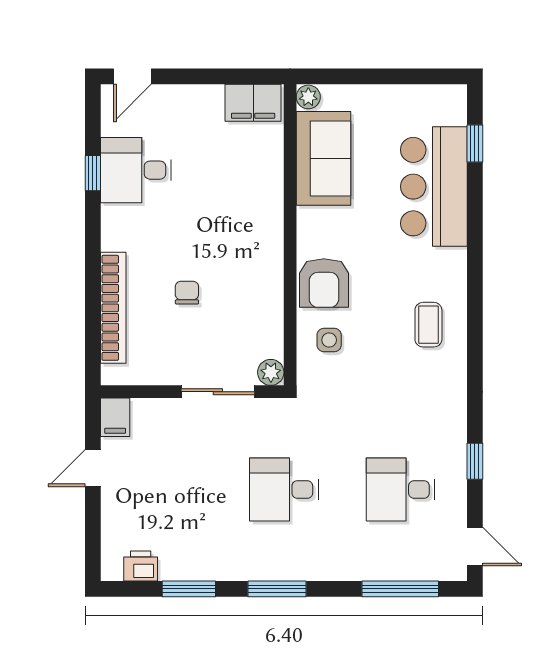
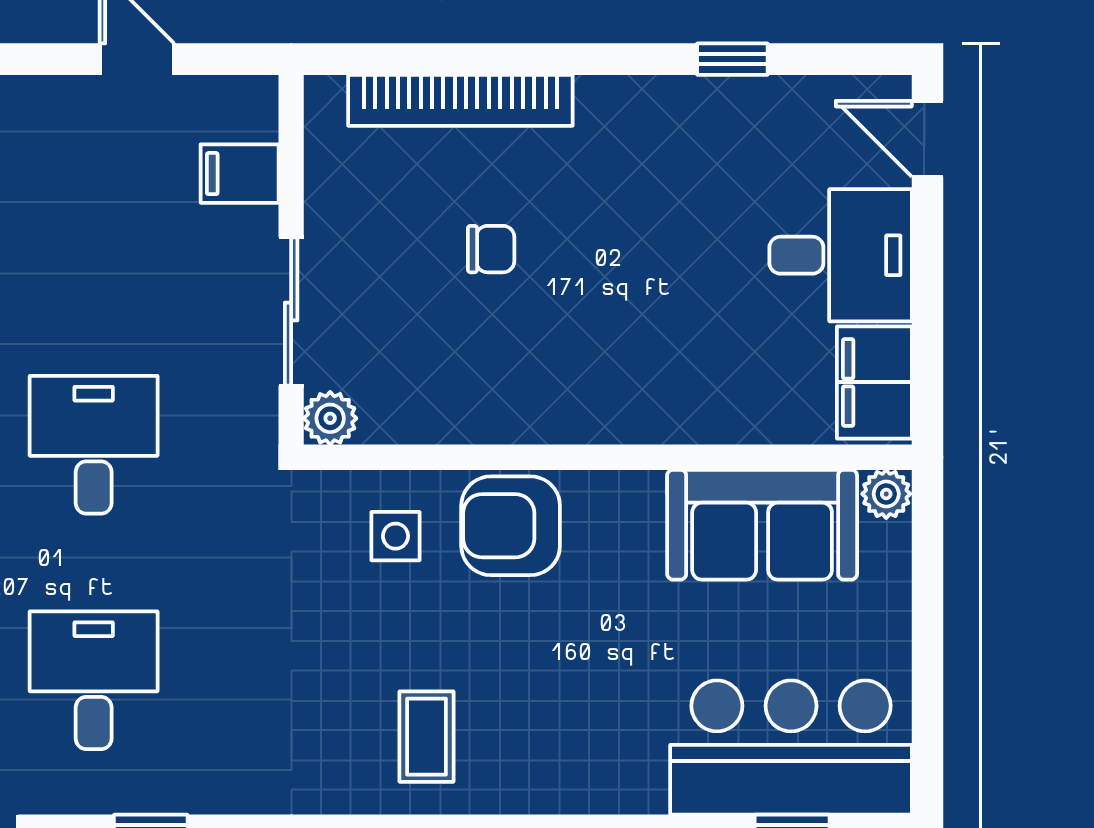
desk: (136, 170) -> (841, 255), moved, turned 90
bar counter: (434, 187) -> (791, 748), moved
coffee table: (428, 325) -> (427, 737), turned 90
filing cabinet: (115, 417) -> (240, 174), moved

